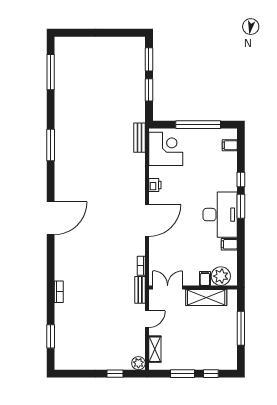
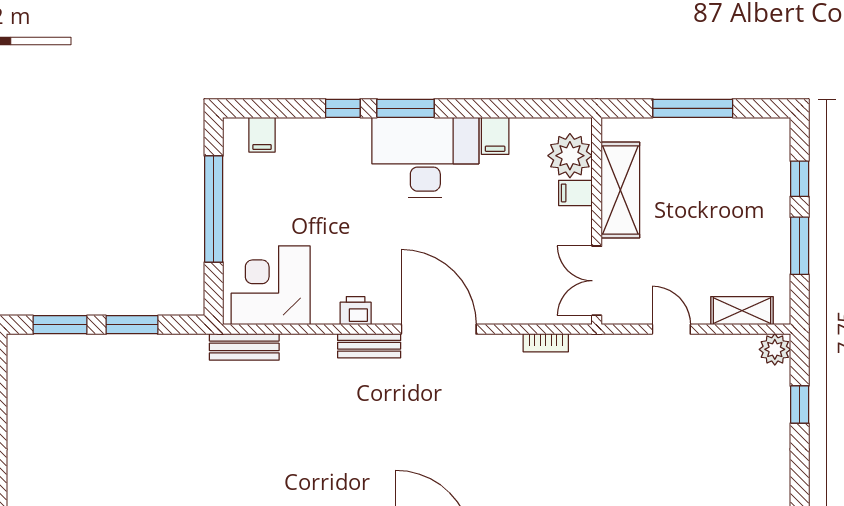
bench: (140, 290) -> (369, 346), moved

